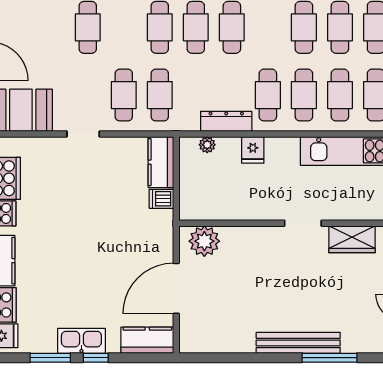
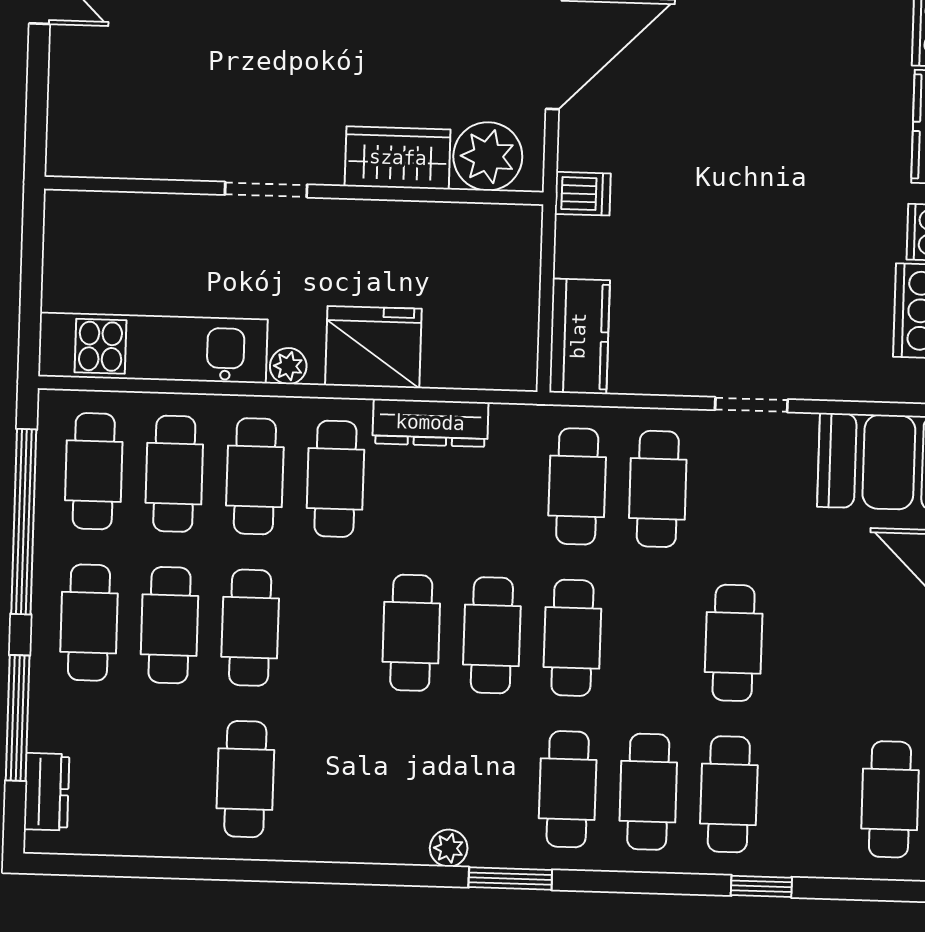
plant: (207, 145) -> (288, 366), moved
fridge: (253, 150) -> (373, 347), width x1.88, depth x1.34
dishwasher: (161, 199) -> (583, 194), moved
wardrobe: (352, 239) -> (398, 158), moved

